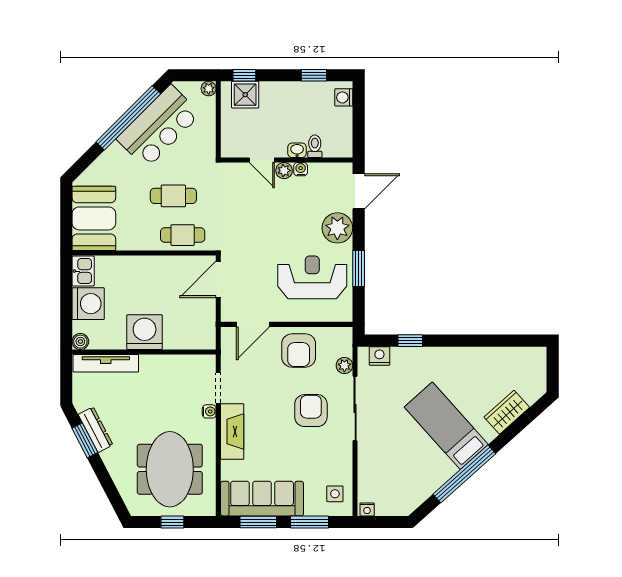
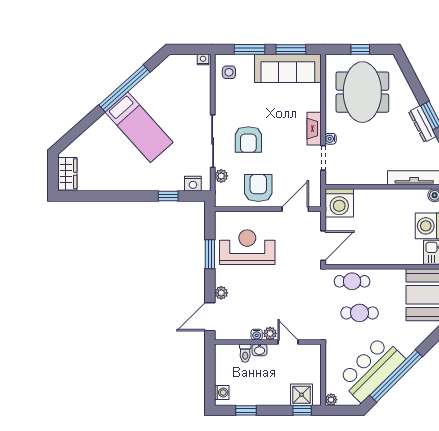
plant: (337, 228) -> (221, 293), width x0.53, depth x0.53
reception desk: (312, 277) -> (247, 247), turned 180
washing machine: (145, 332) -> (339, 203), moved
wardrobe: (507, 412) -> (67, 174), moved, turned -48
fireplace: (232, 432) -> (314, 129), width x0.73, depth x0.76

